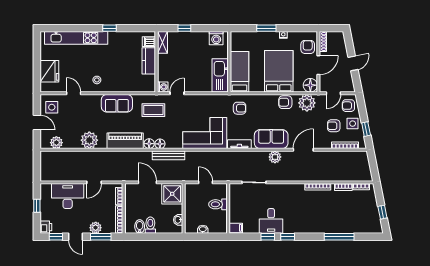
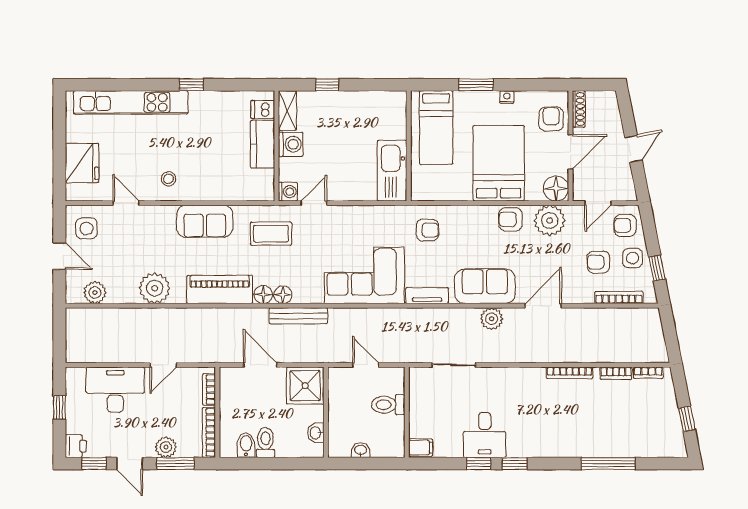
washing machine: (216, 38) -> (291, 144), moved, turned -90
bed: (240, 72) -> (436, 128), moved, turned 180

